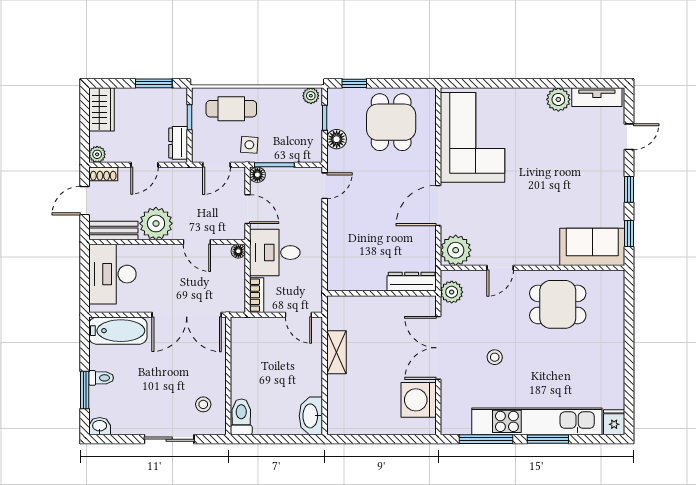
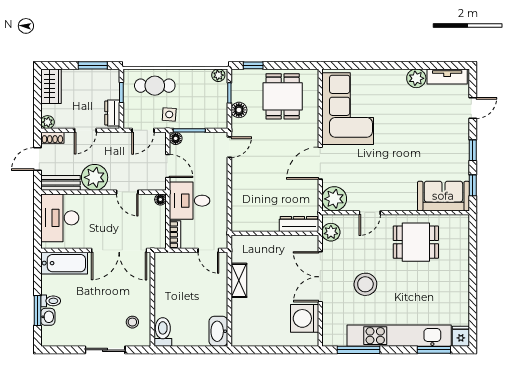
stool: (495, 357) -> (365, 284), width x1.89, depth x1.89
washbasin: (100, 426) -> (48, 317), moved, turned 90
window: (548, 439) -> (434, 350), moved

